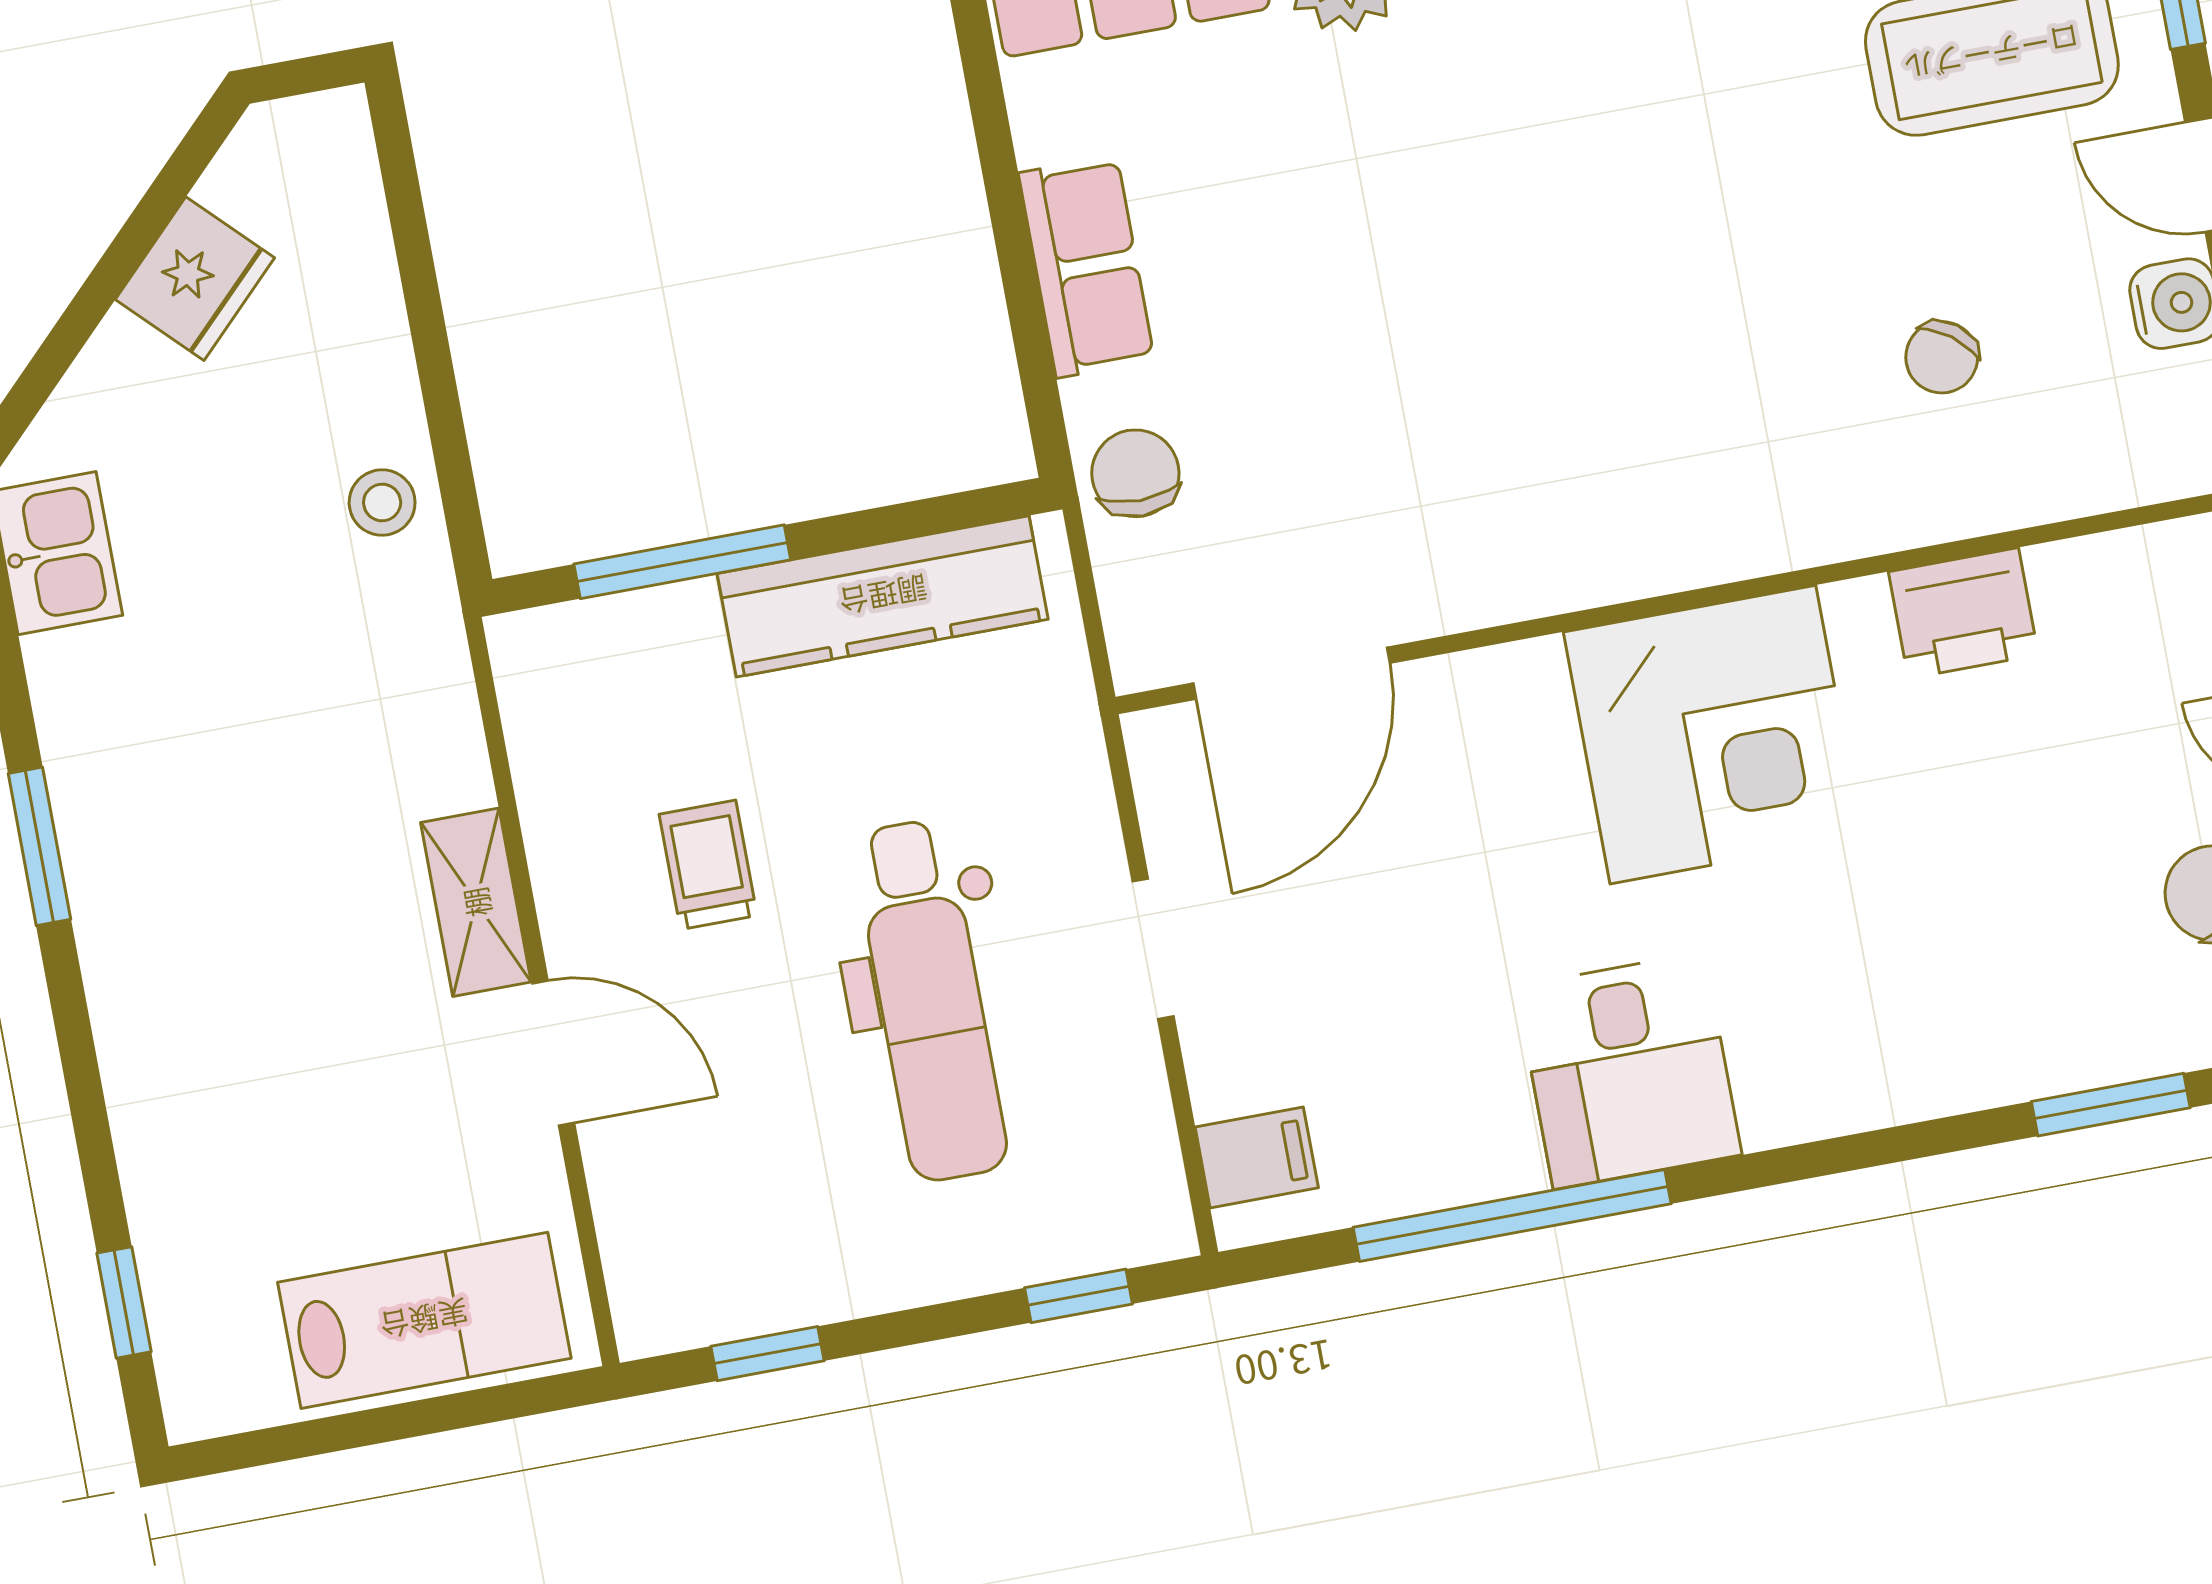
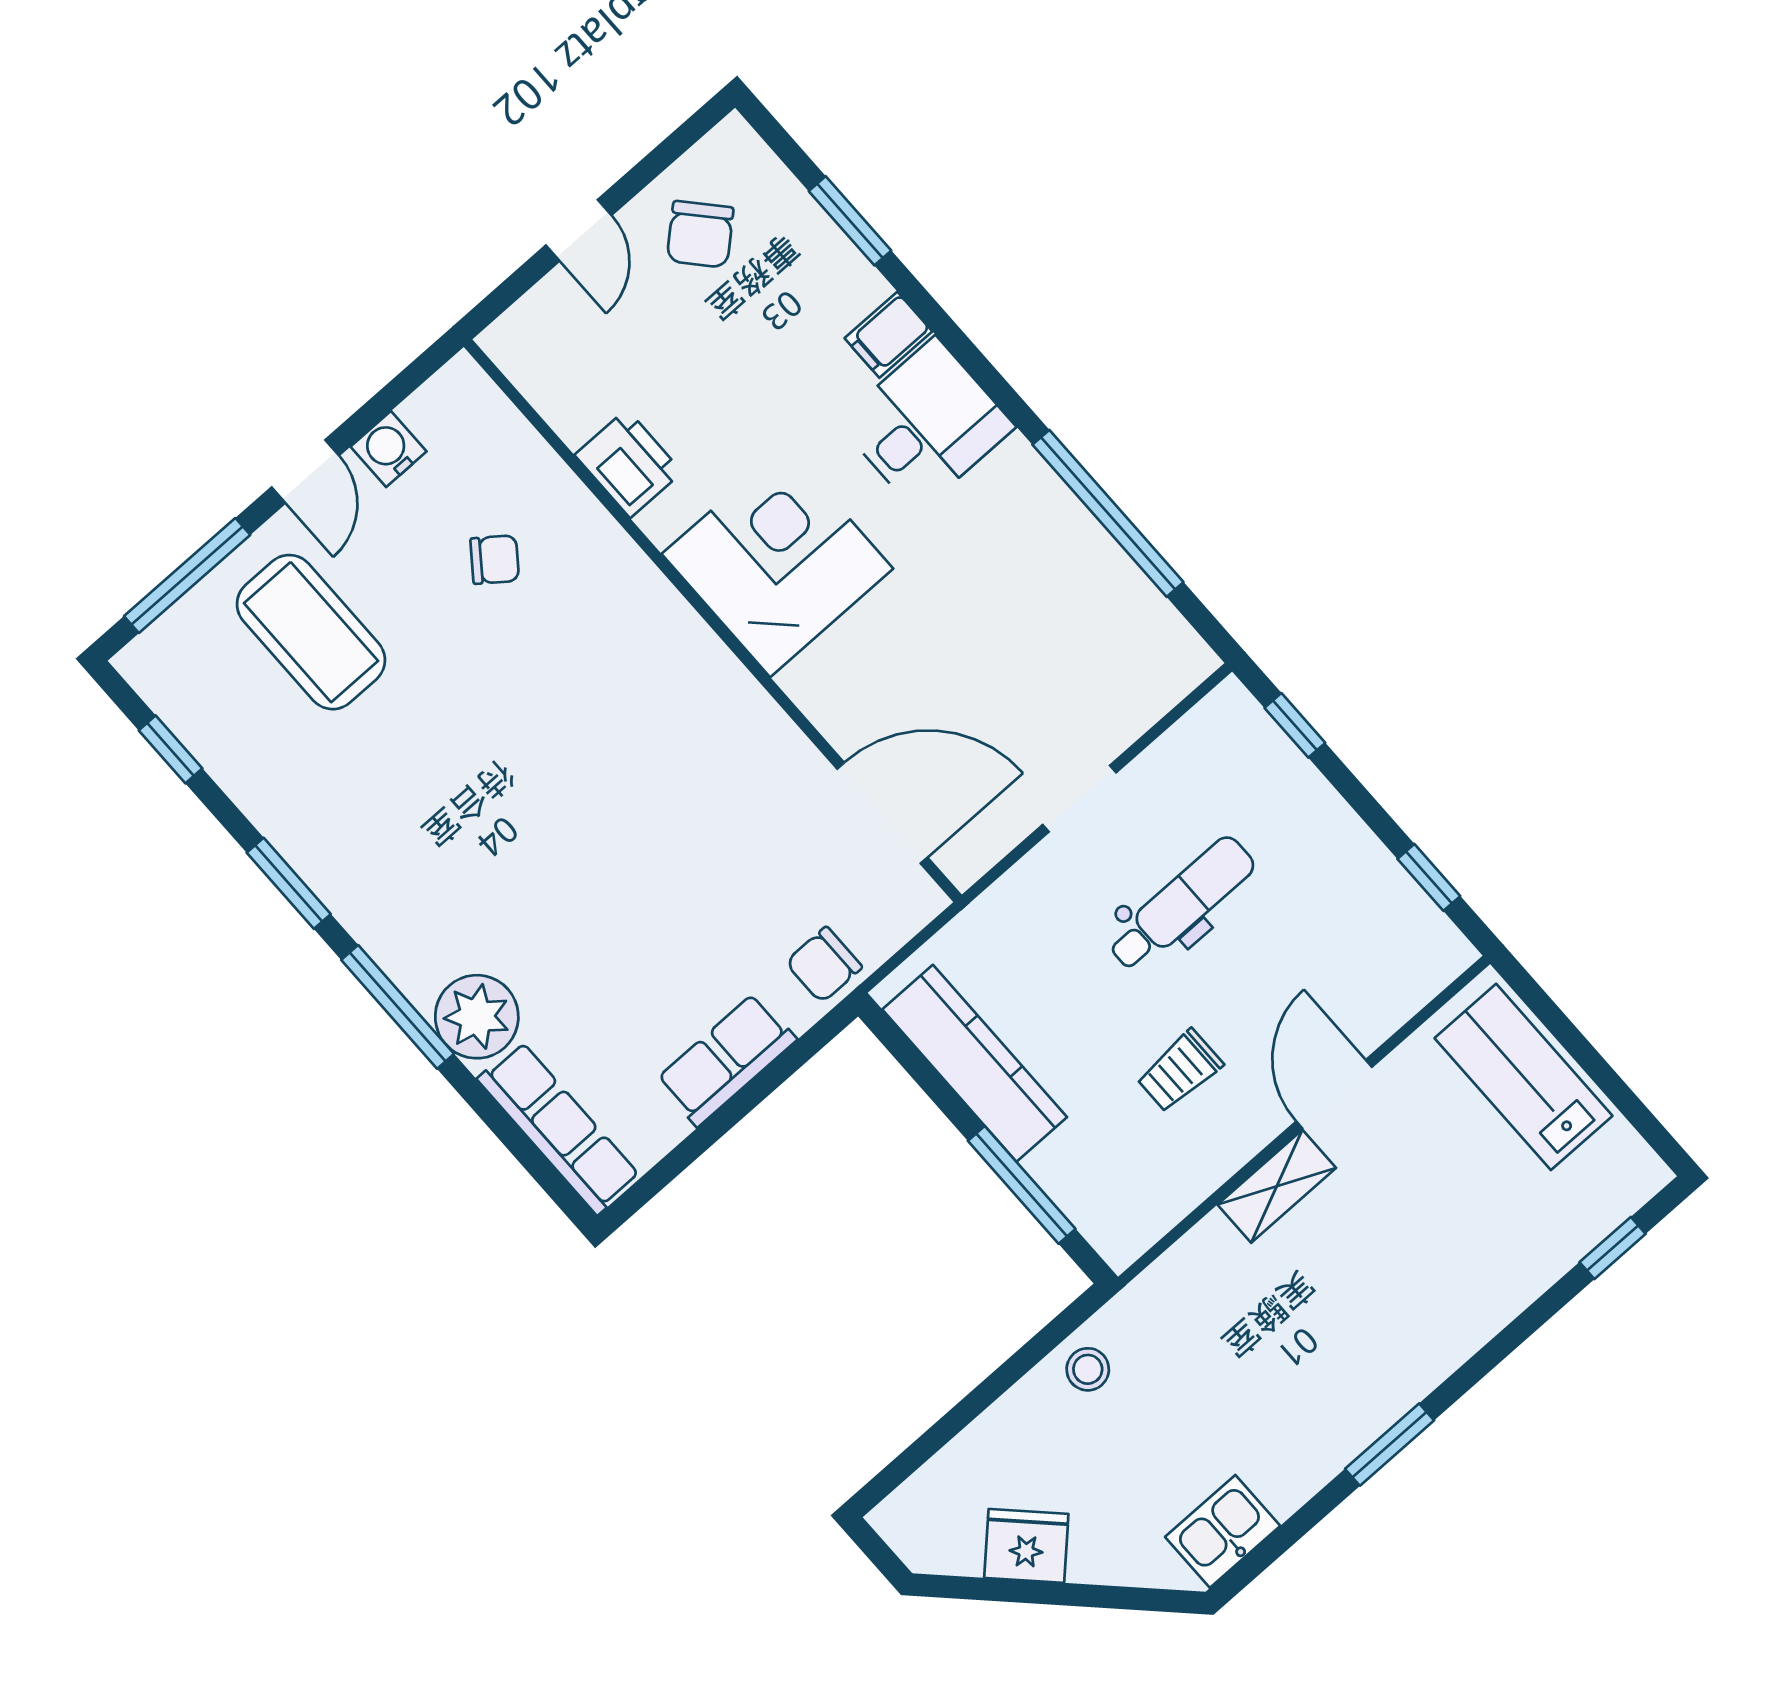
dental chair: (930, 1000) -> (1181, 904), width x0.73, depth x0.72
desk: (1629, 1071) -> (926, 425), moved
filing cabinet: (1257, 1157) -> (888, 335), moved, turned -90

